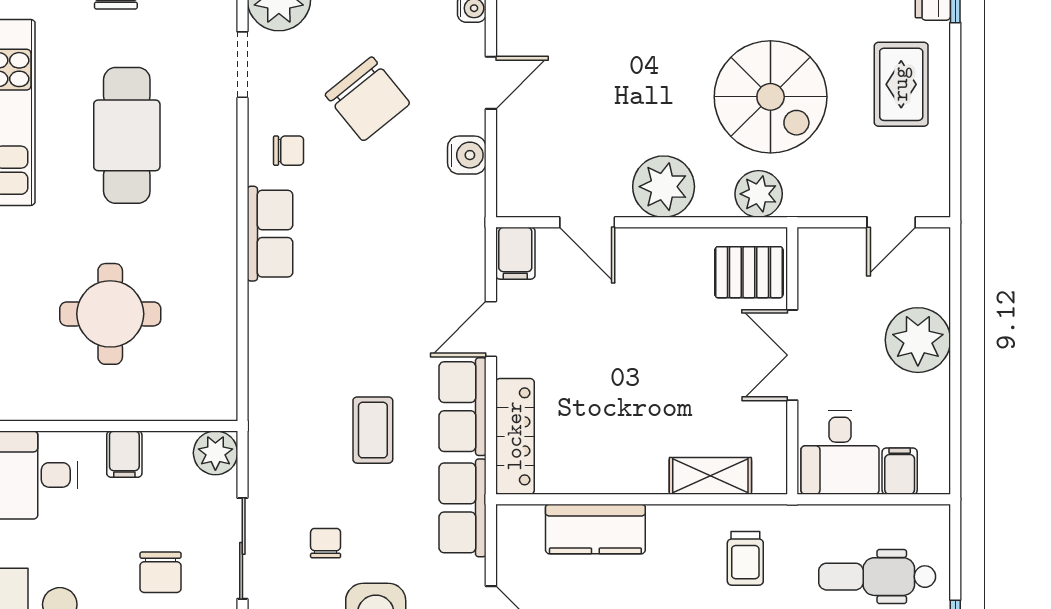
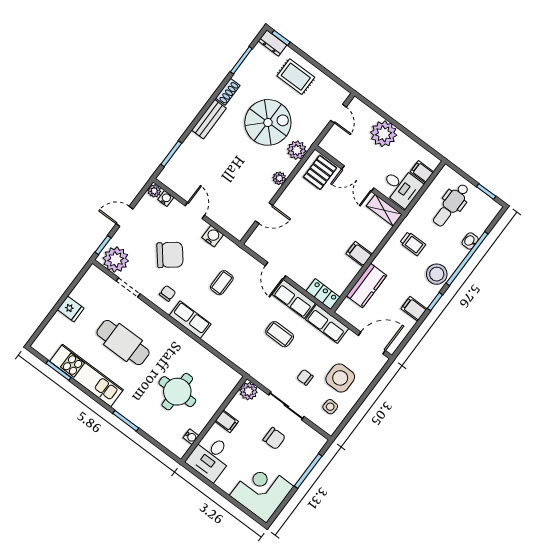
plant: (664, 187) -> (279, 178), width x0.53, depth x0.53
coffee table: (389, 241) -> (222, 283), added
filing cabinet: (515, 253) -> (359, 254), moved, turned 180
water cooler: (42, 407) -> (191, 437), added
locker: (515, 436) -> (323, 294), width x0.66
shelving: (710, 476) -> (384, 210), moved, turned 90

